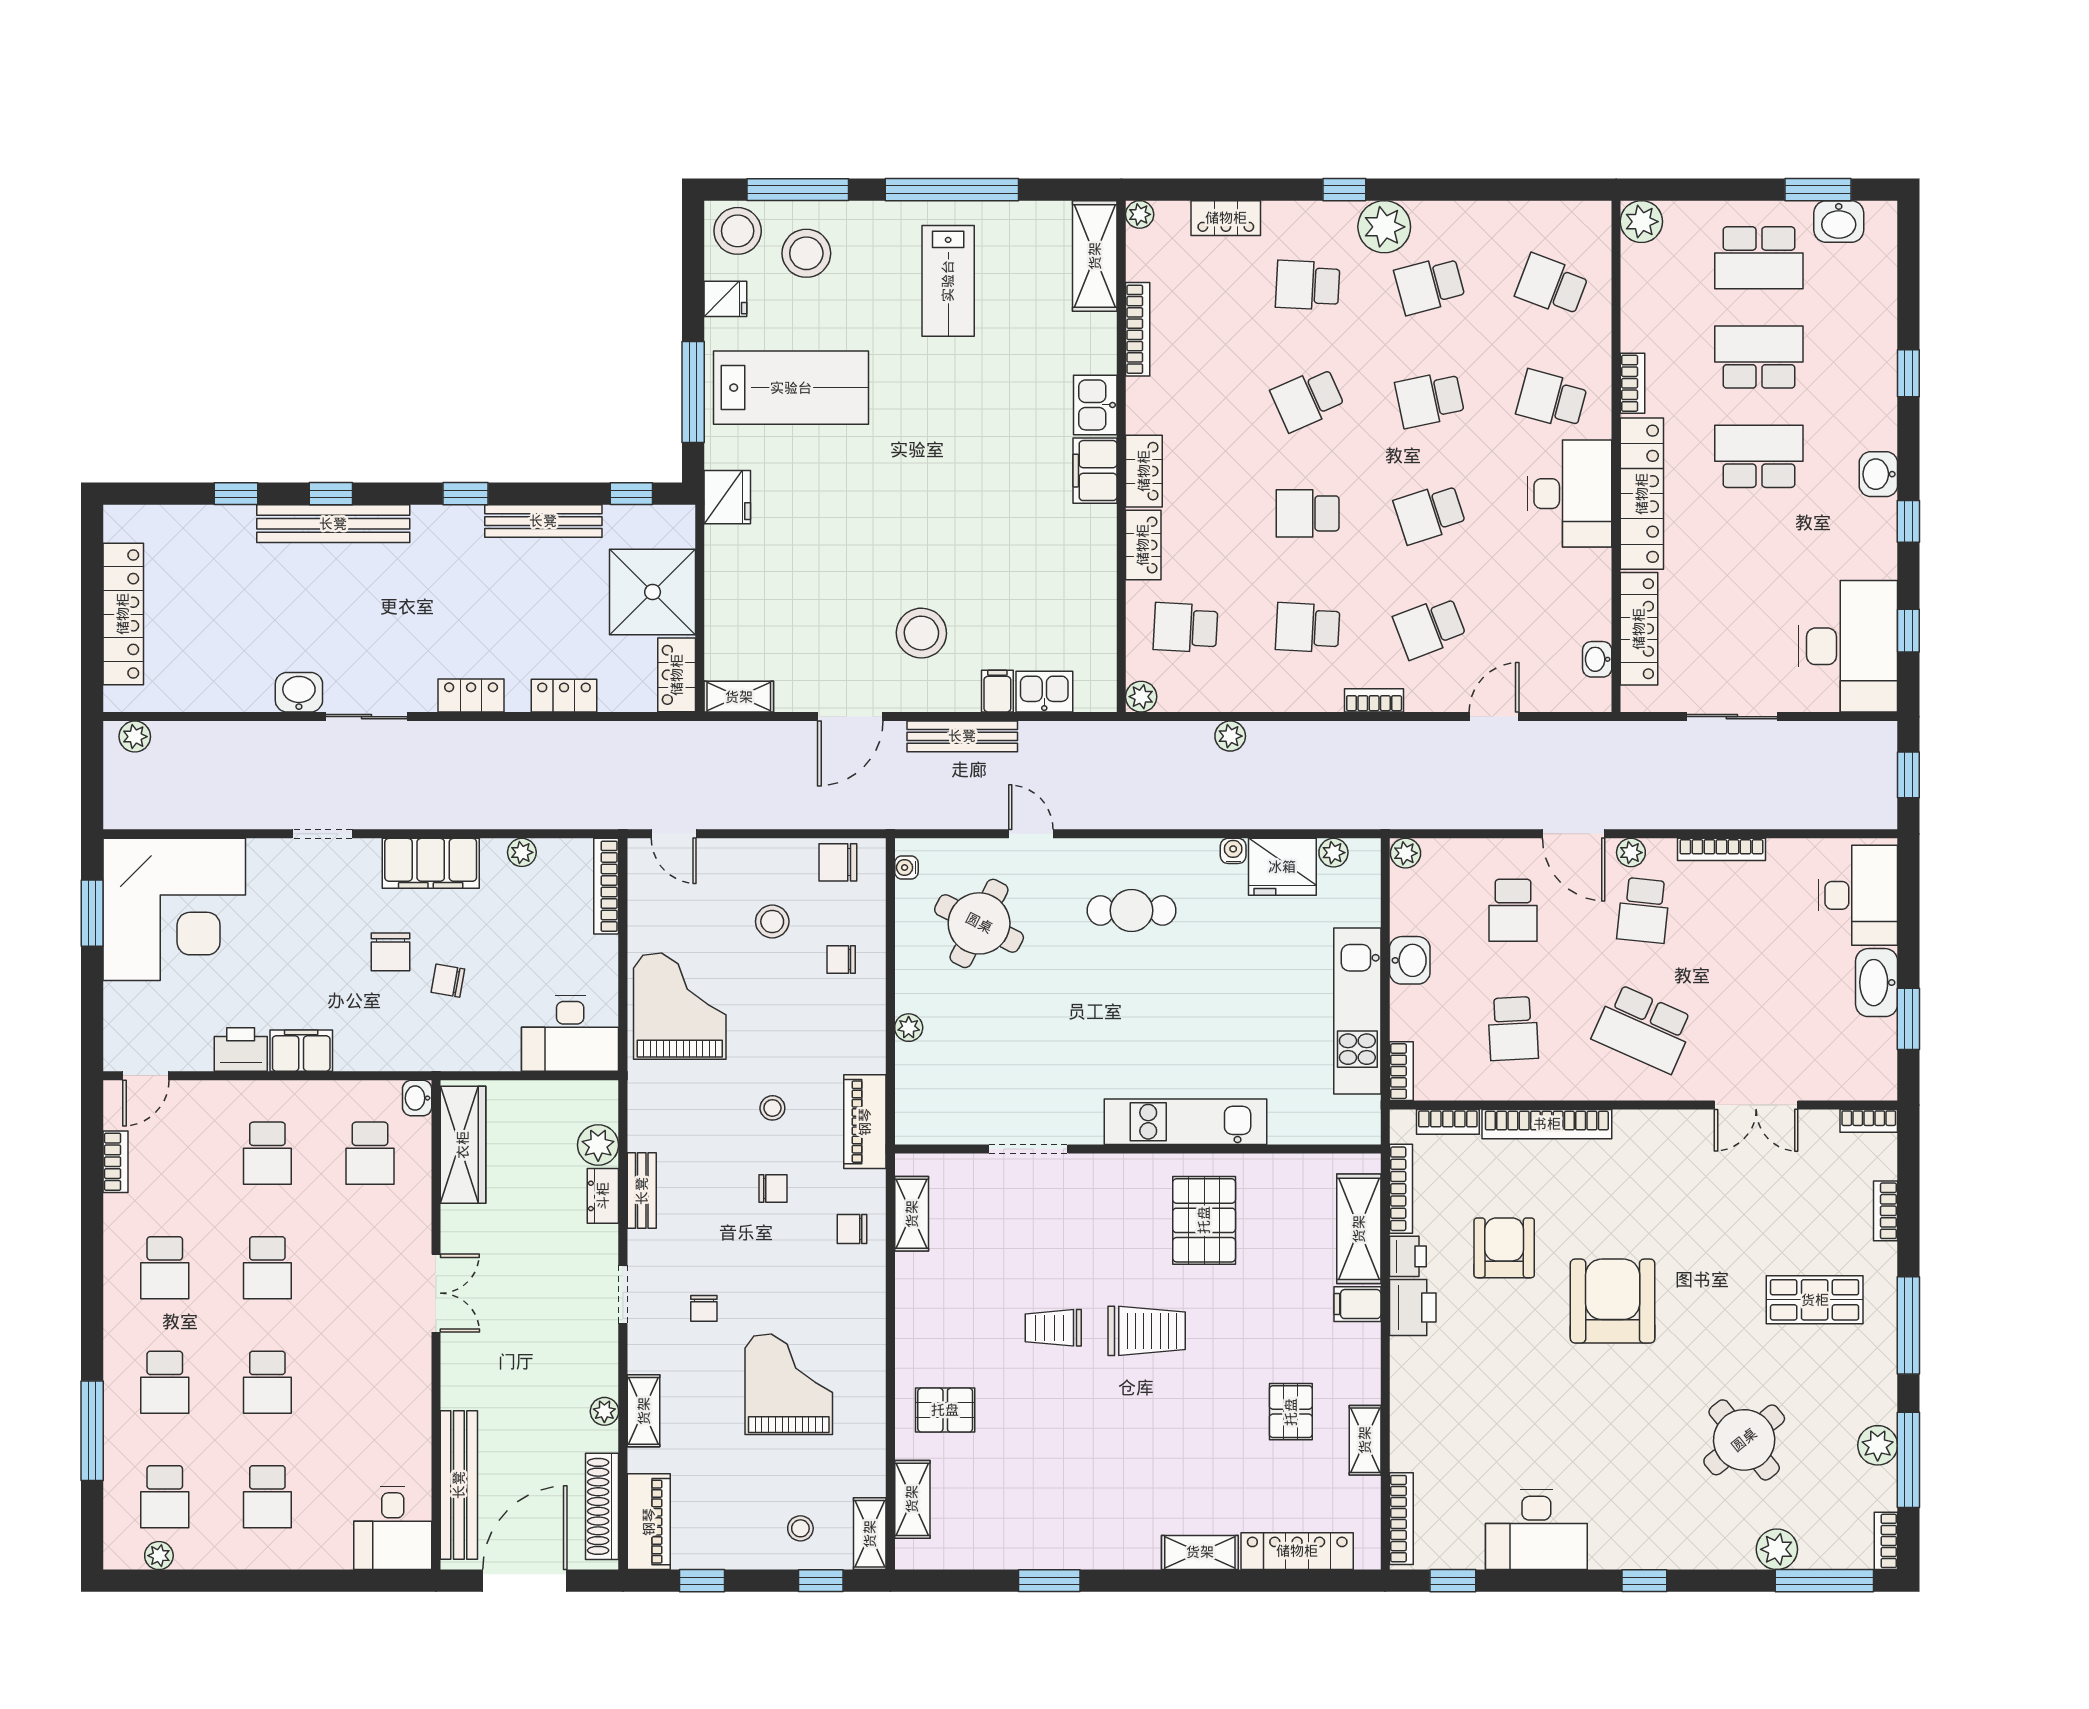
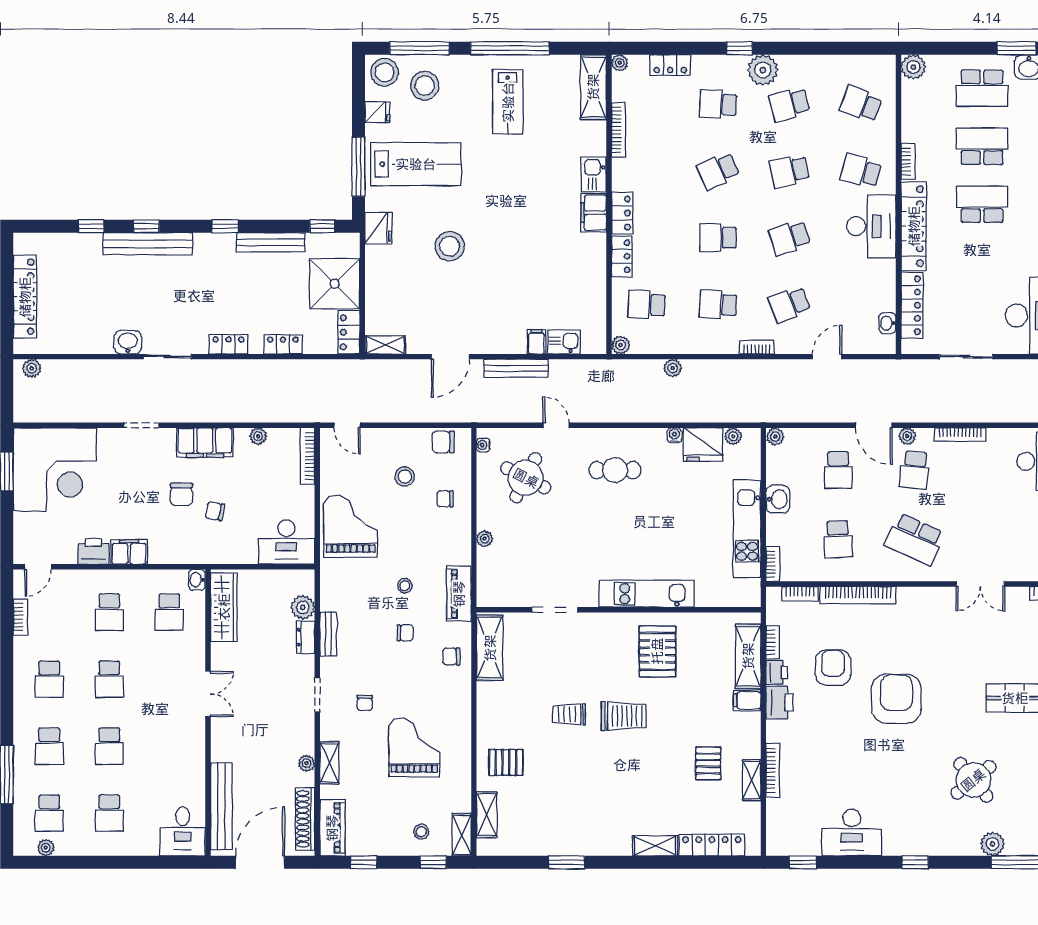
stool: (921, 633) -> (450, 246), moved
bookcase: (1401, 1189) -> (773, 642), width x0.64
shelving: (912, 1214) -> (490, 648), width x1.50, depth x1.33
bookcase: (1401, 1519) -> (773, 770), moved

